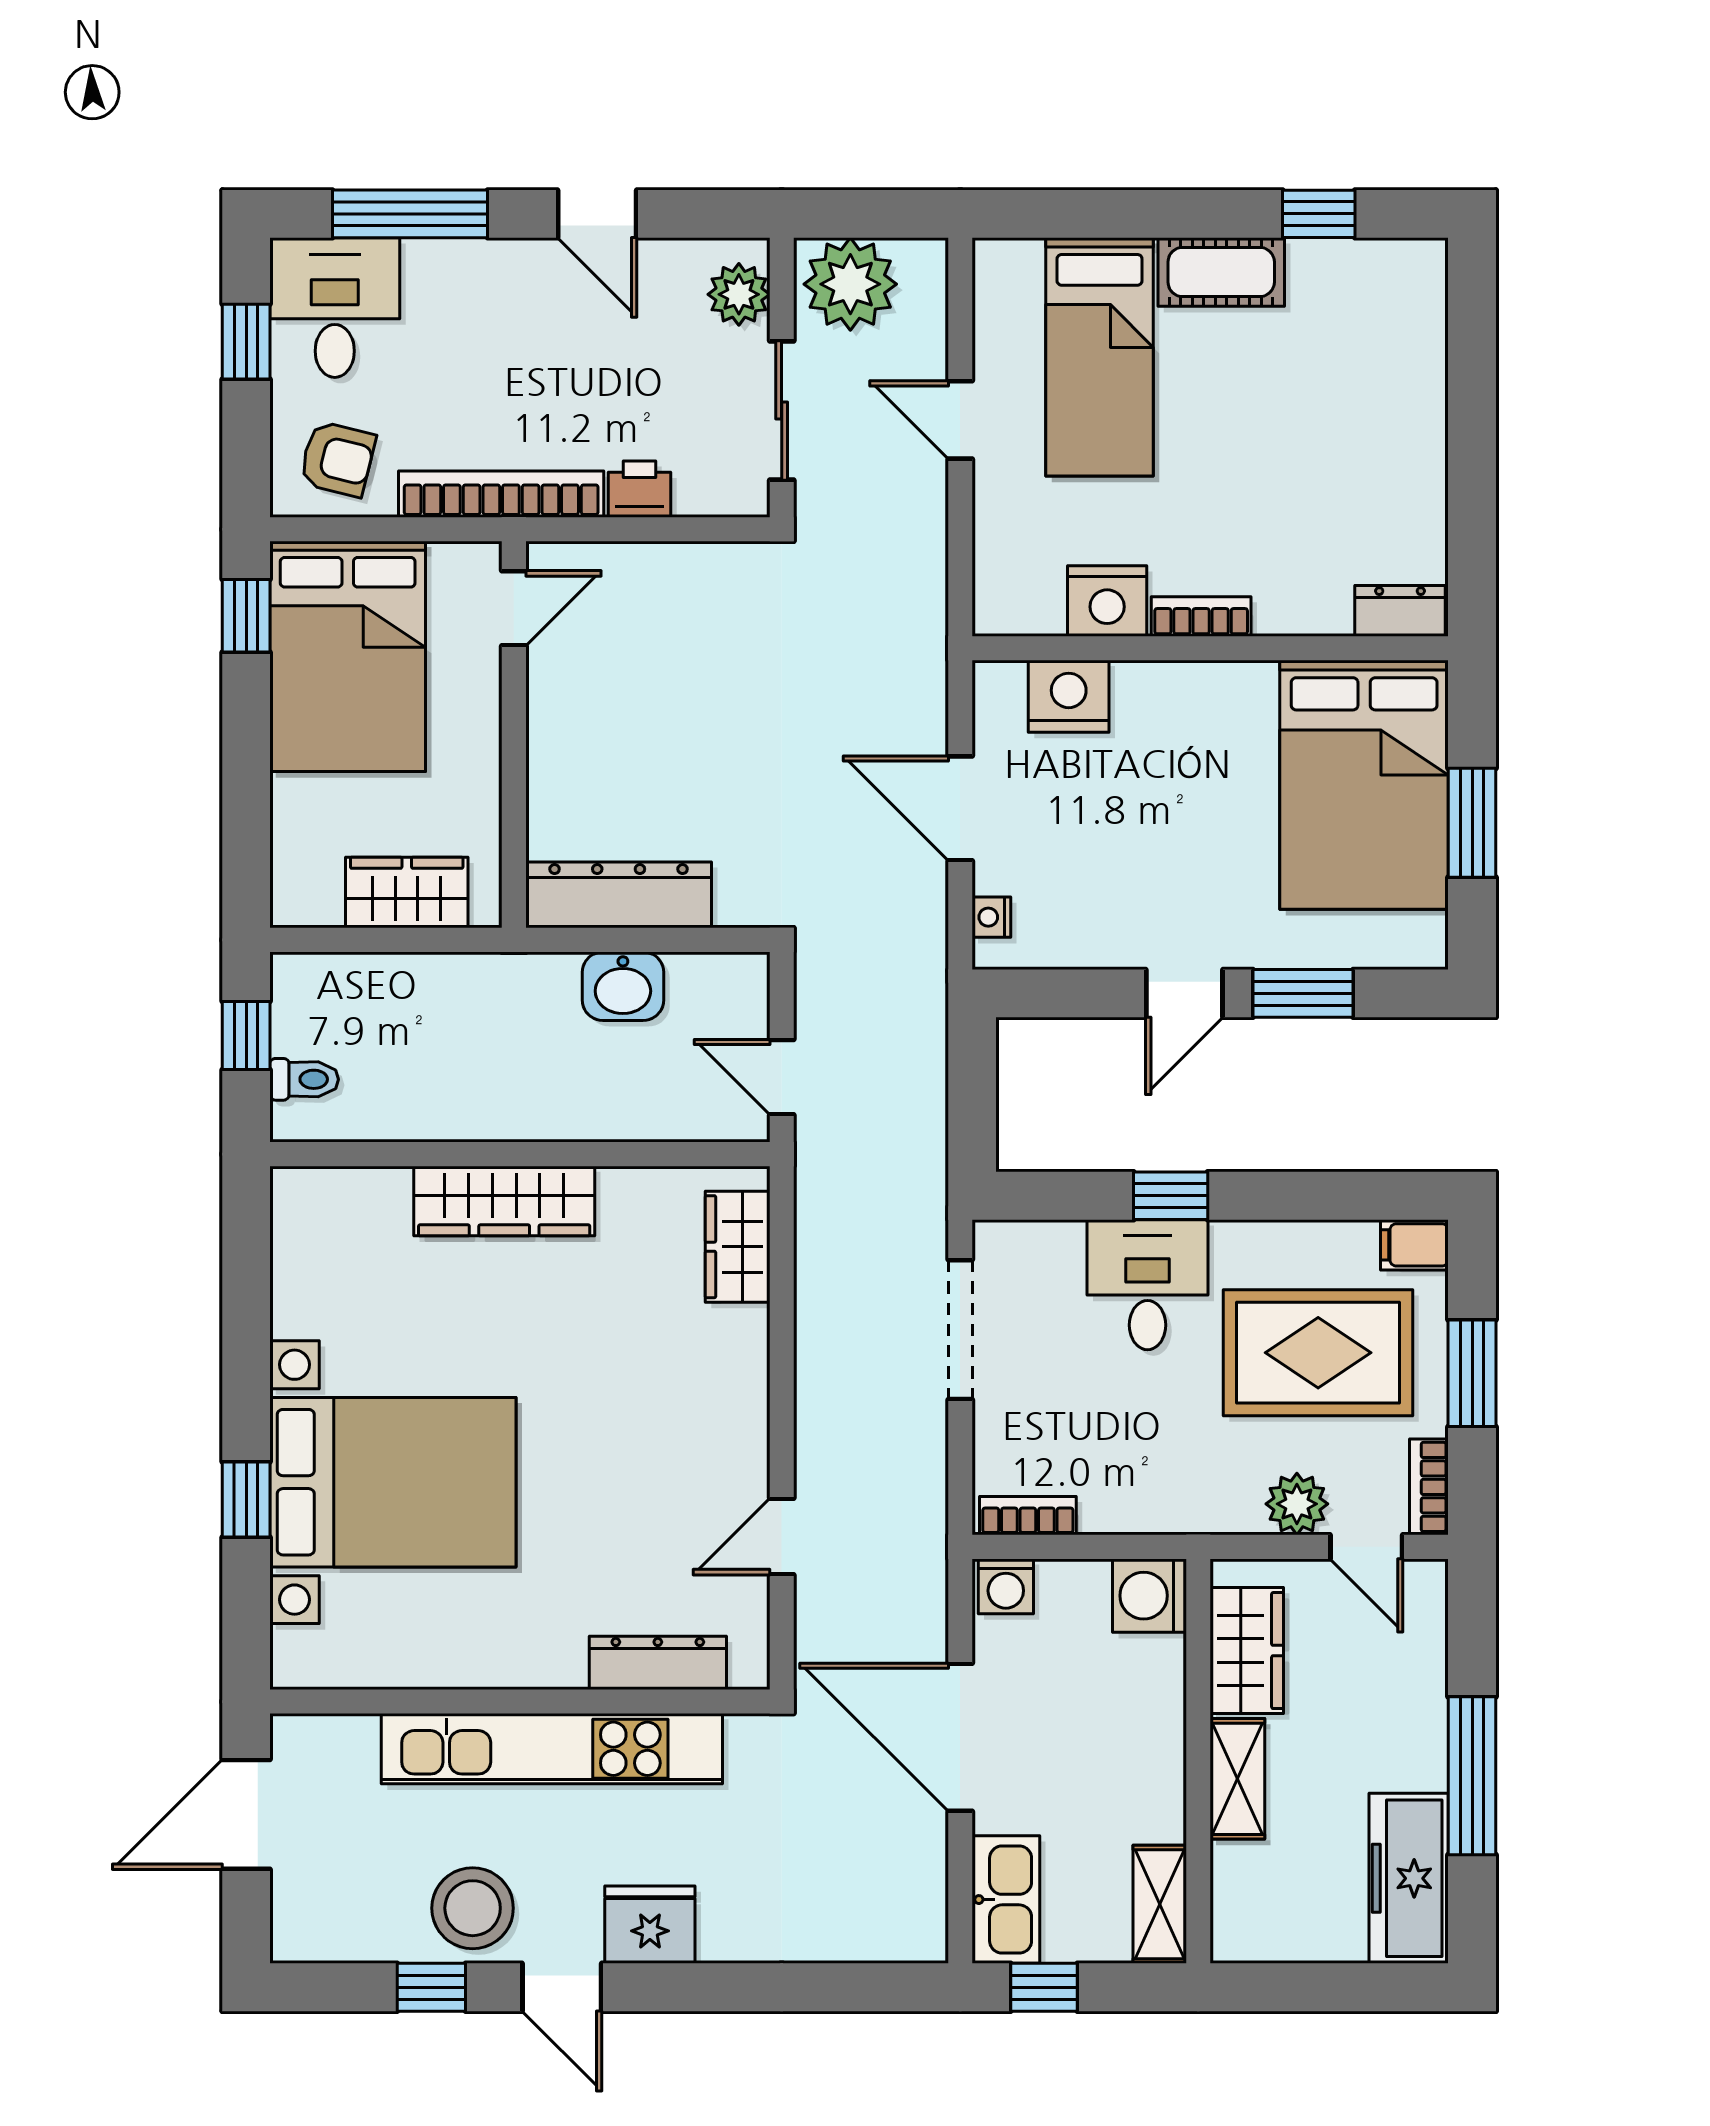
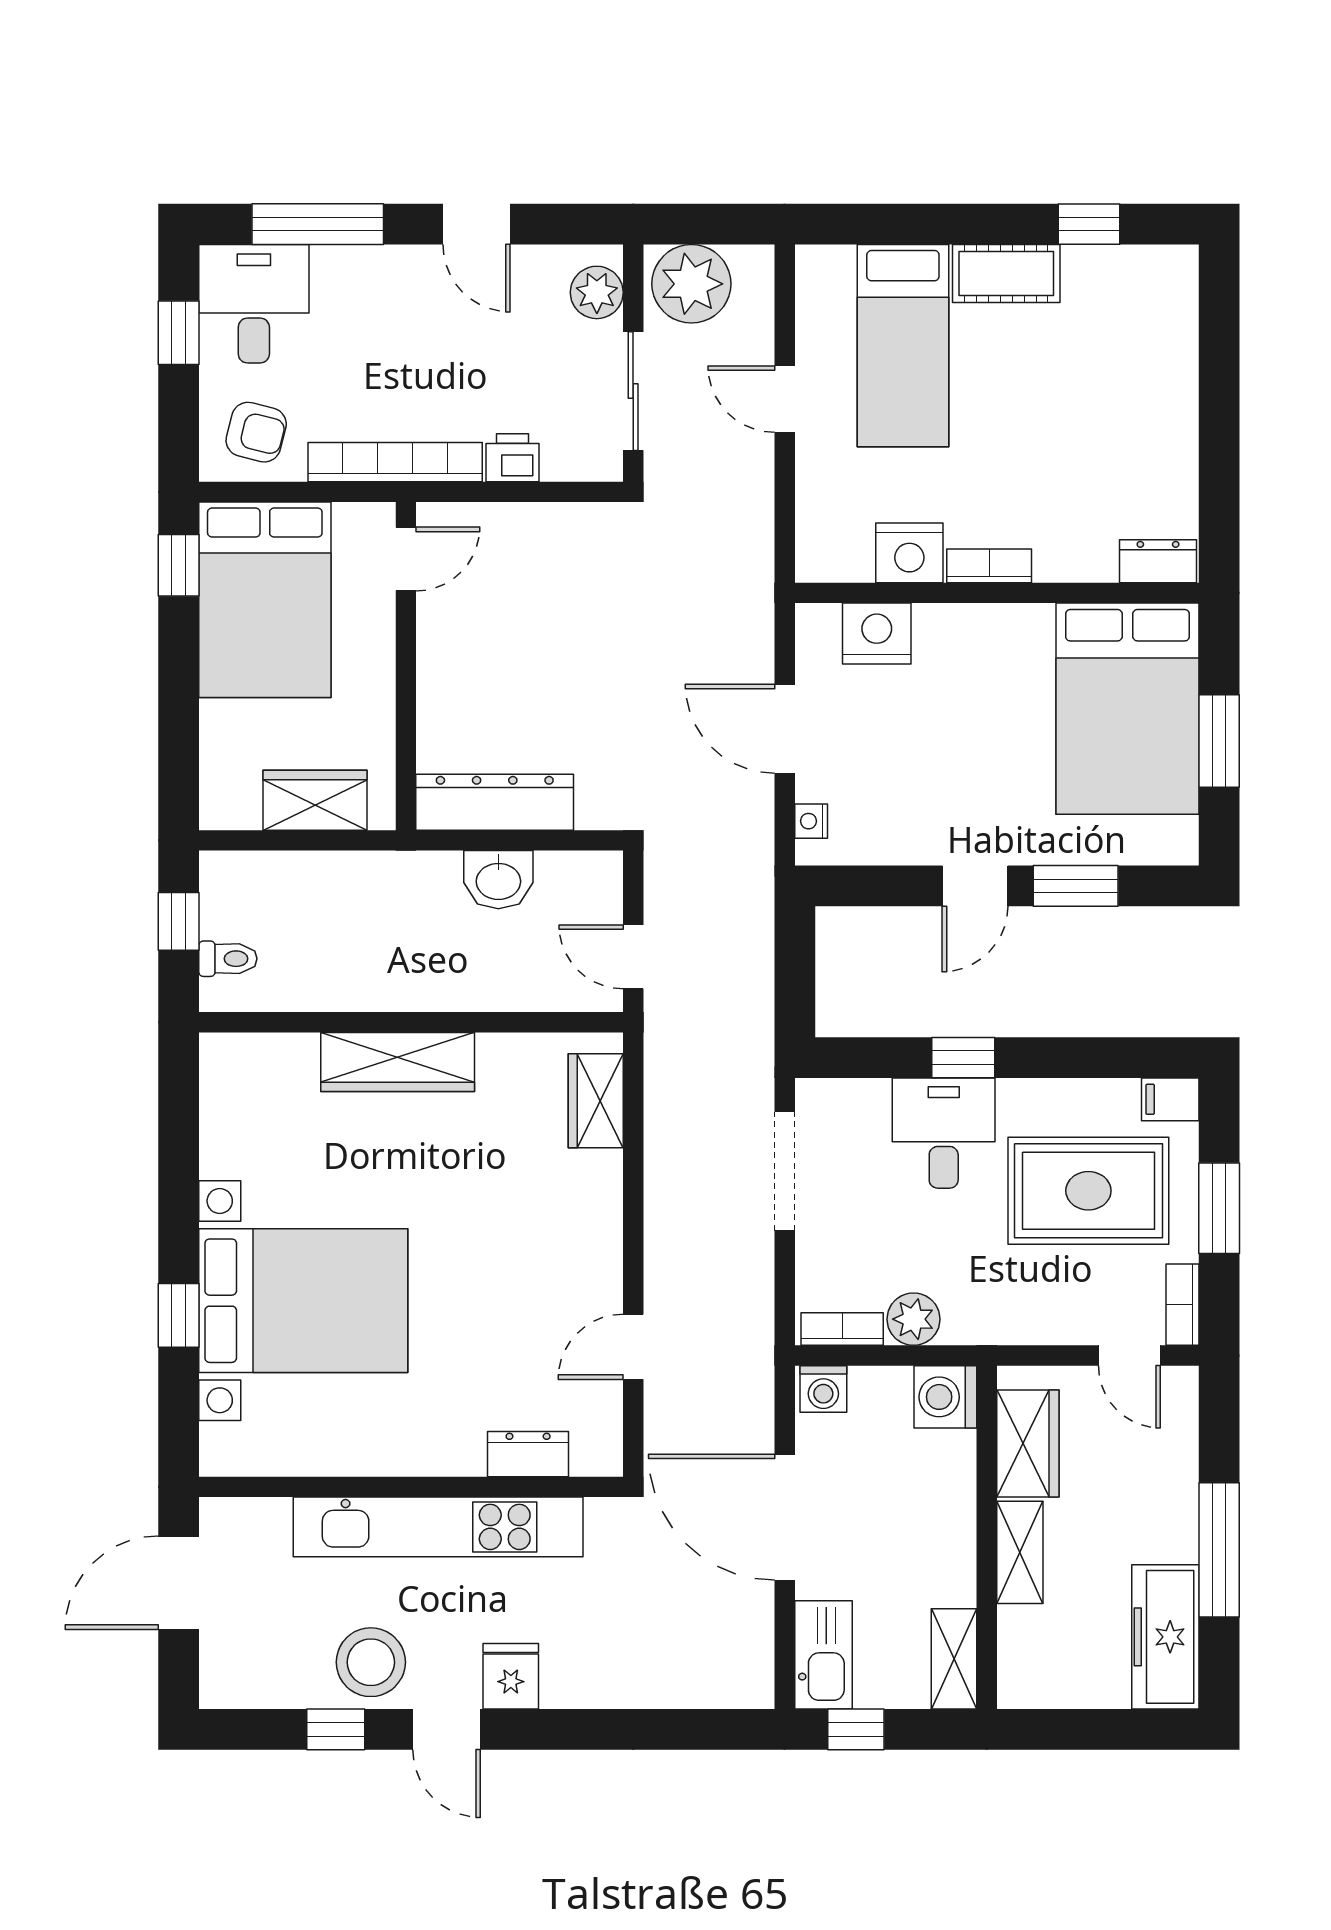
plant: (1297, 1504) -> (913, 1319), moved
dresser: (658, 1663) -> (528, 1454), width x0.70
fridge: (650, 1925) -> (511, 1676), width x0.72

